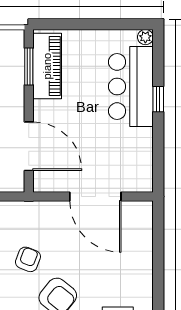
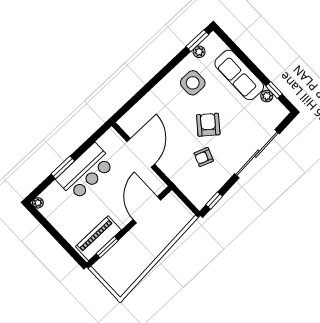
bar counter: (131, 87) -> (85, 172), moved
window: (158, 99) -> (63, 167), width x1.50

